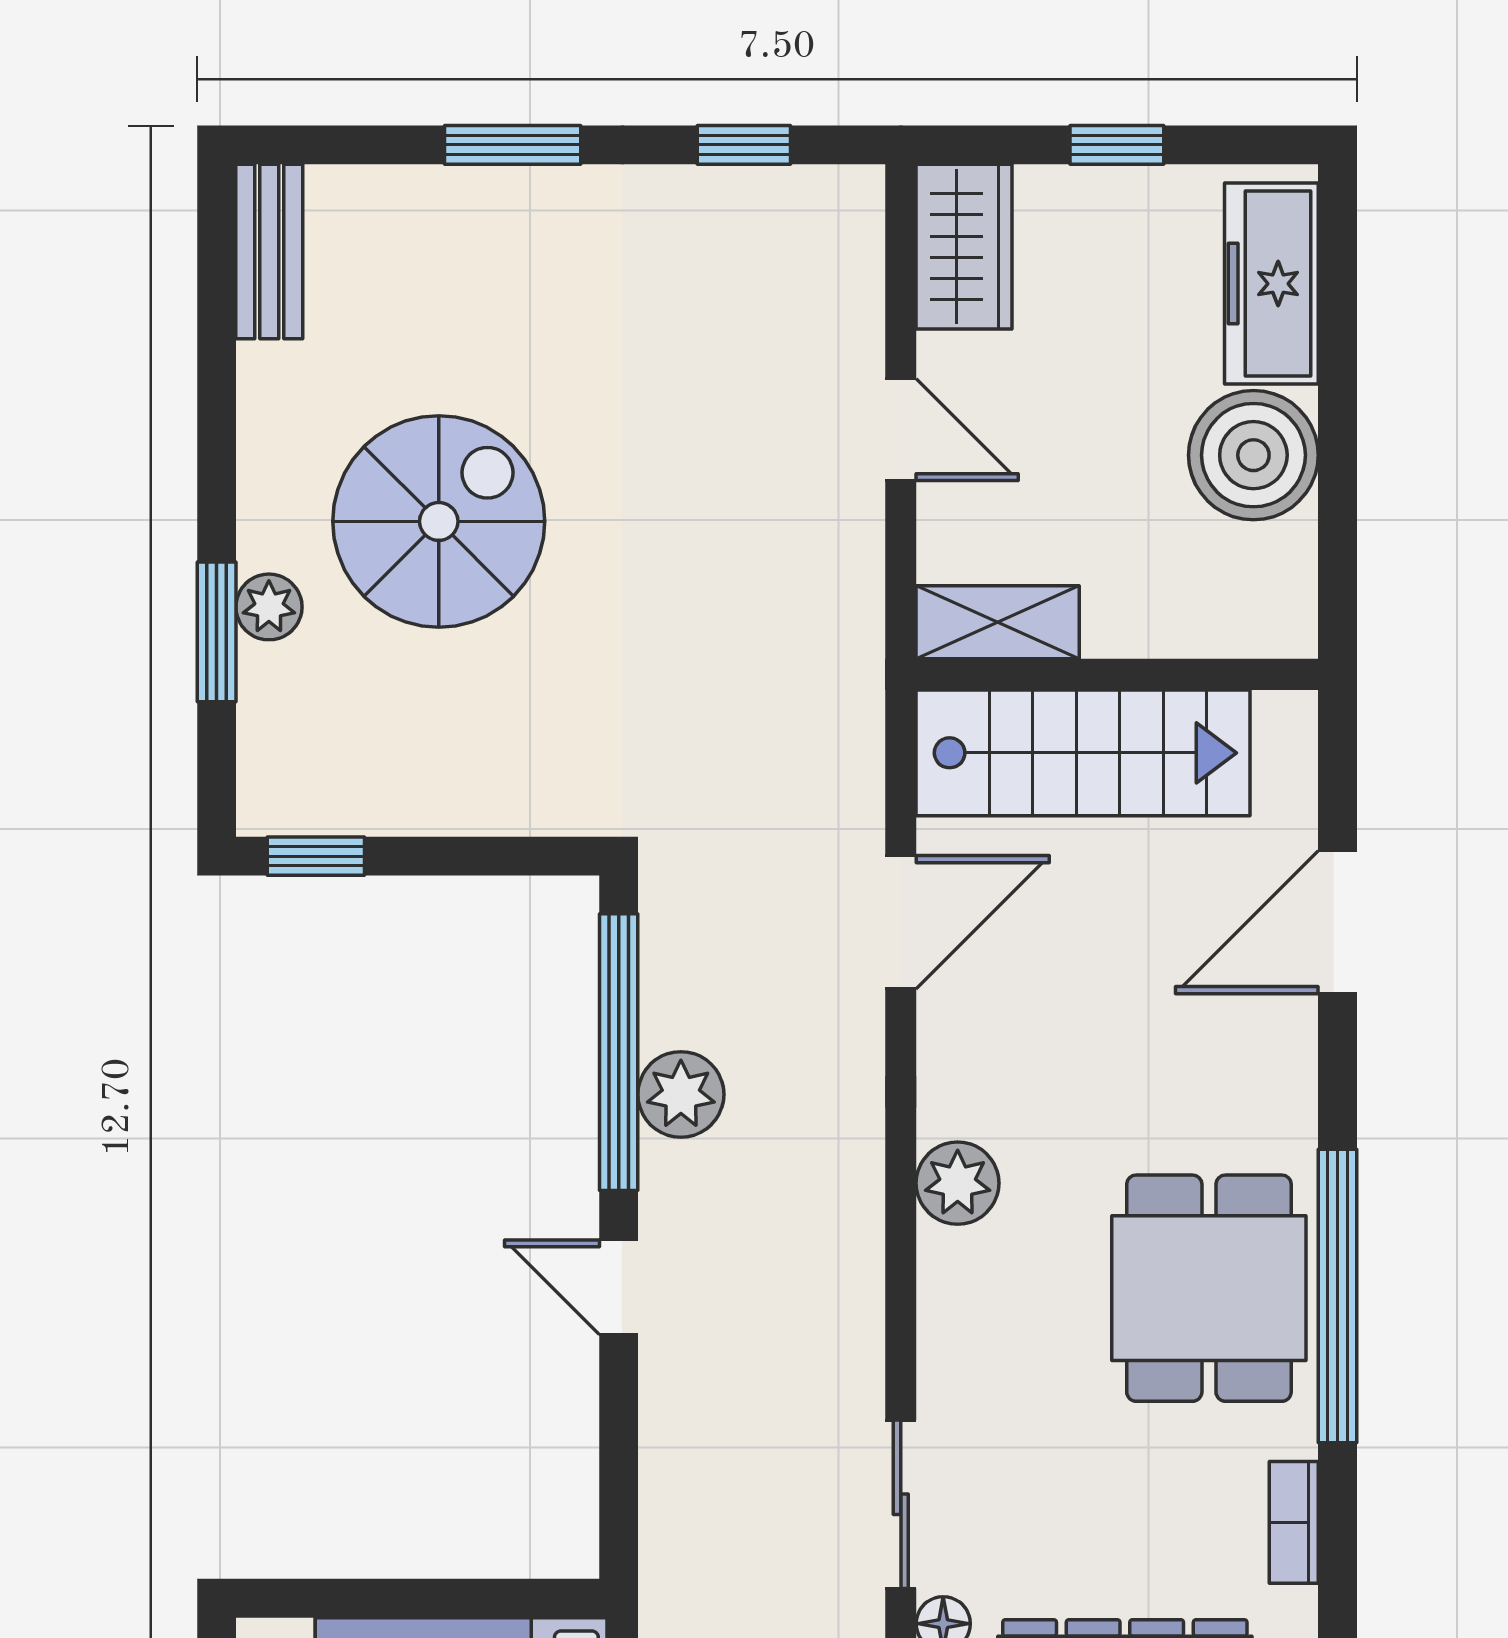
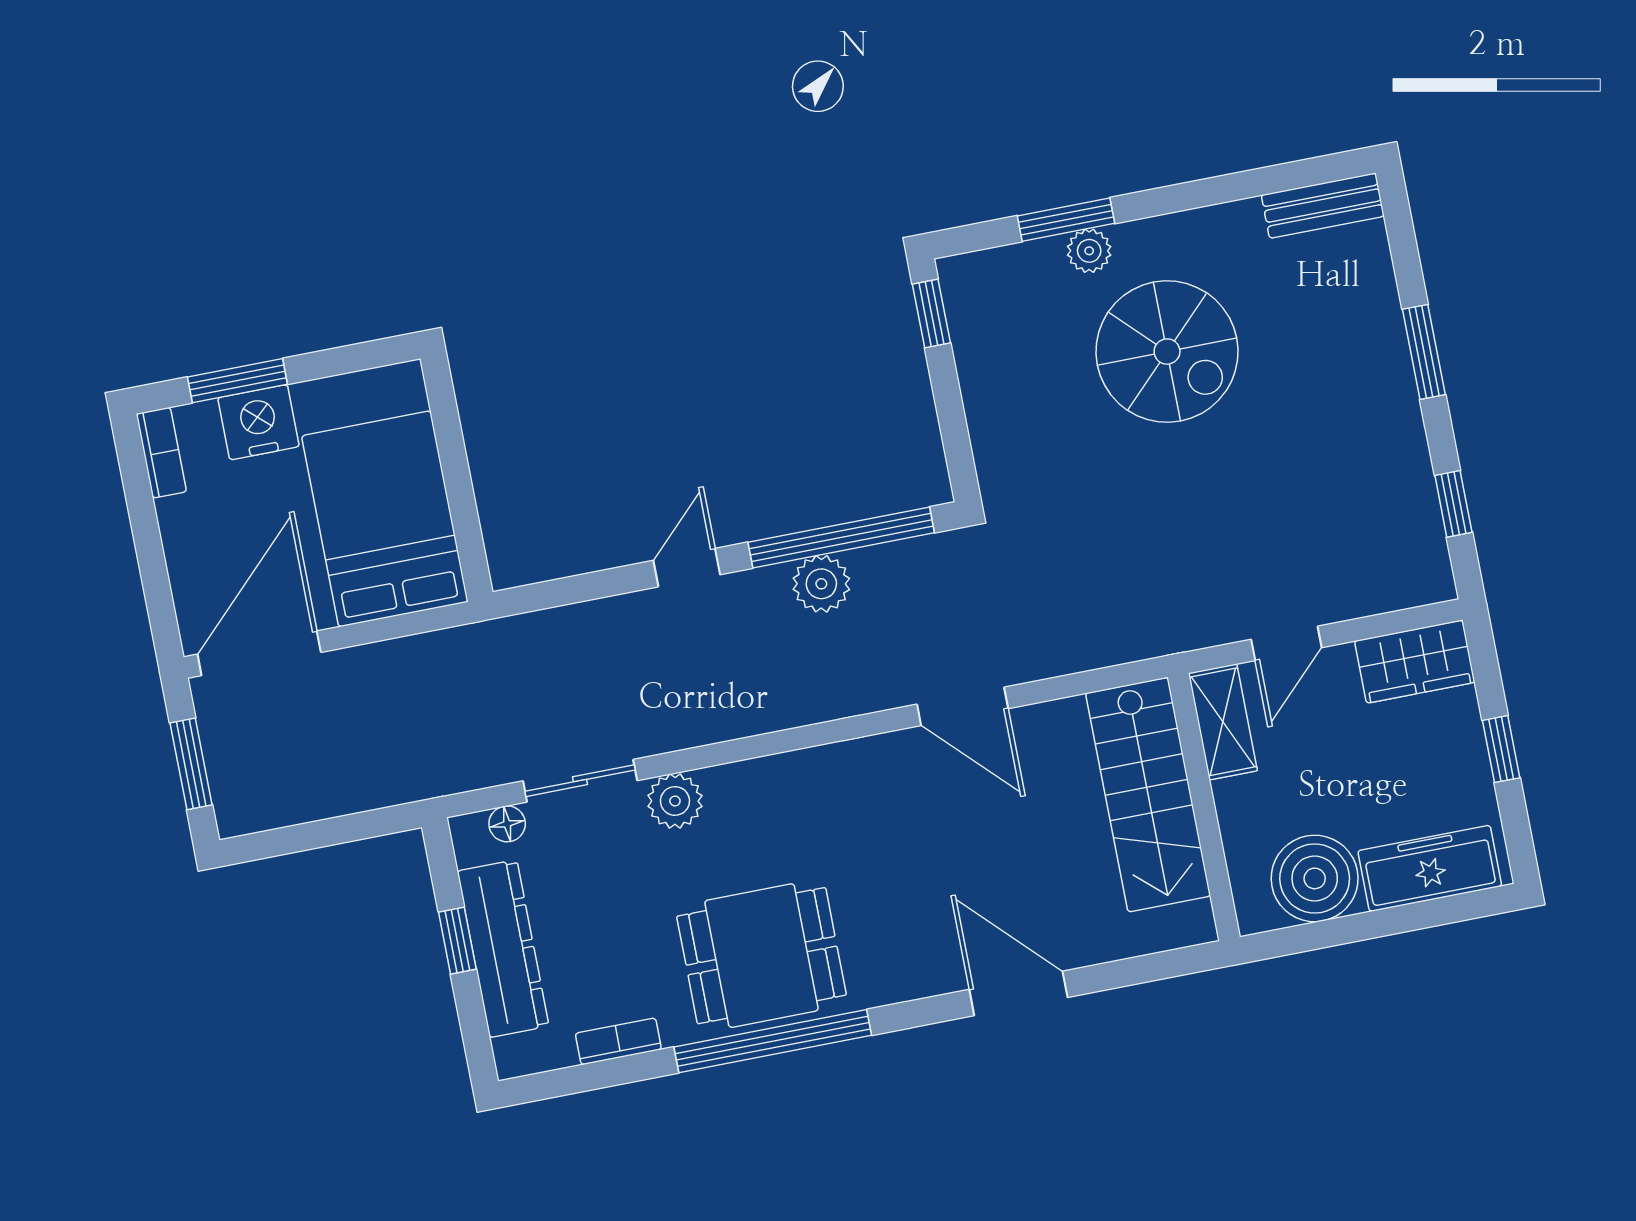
shelving: (998, 622) -> (1223, 722), moved
wall: (1117, 674) -> (1204, 807), moved
stairs: (1083, 753) -> (1148, 795), moved
plant: (958, 1183) -> (675, 801), moved

